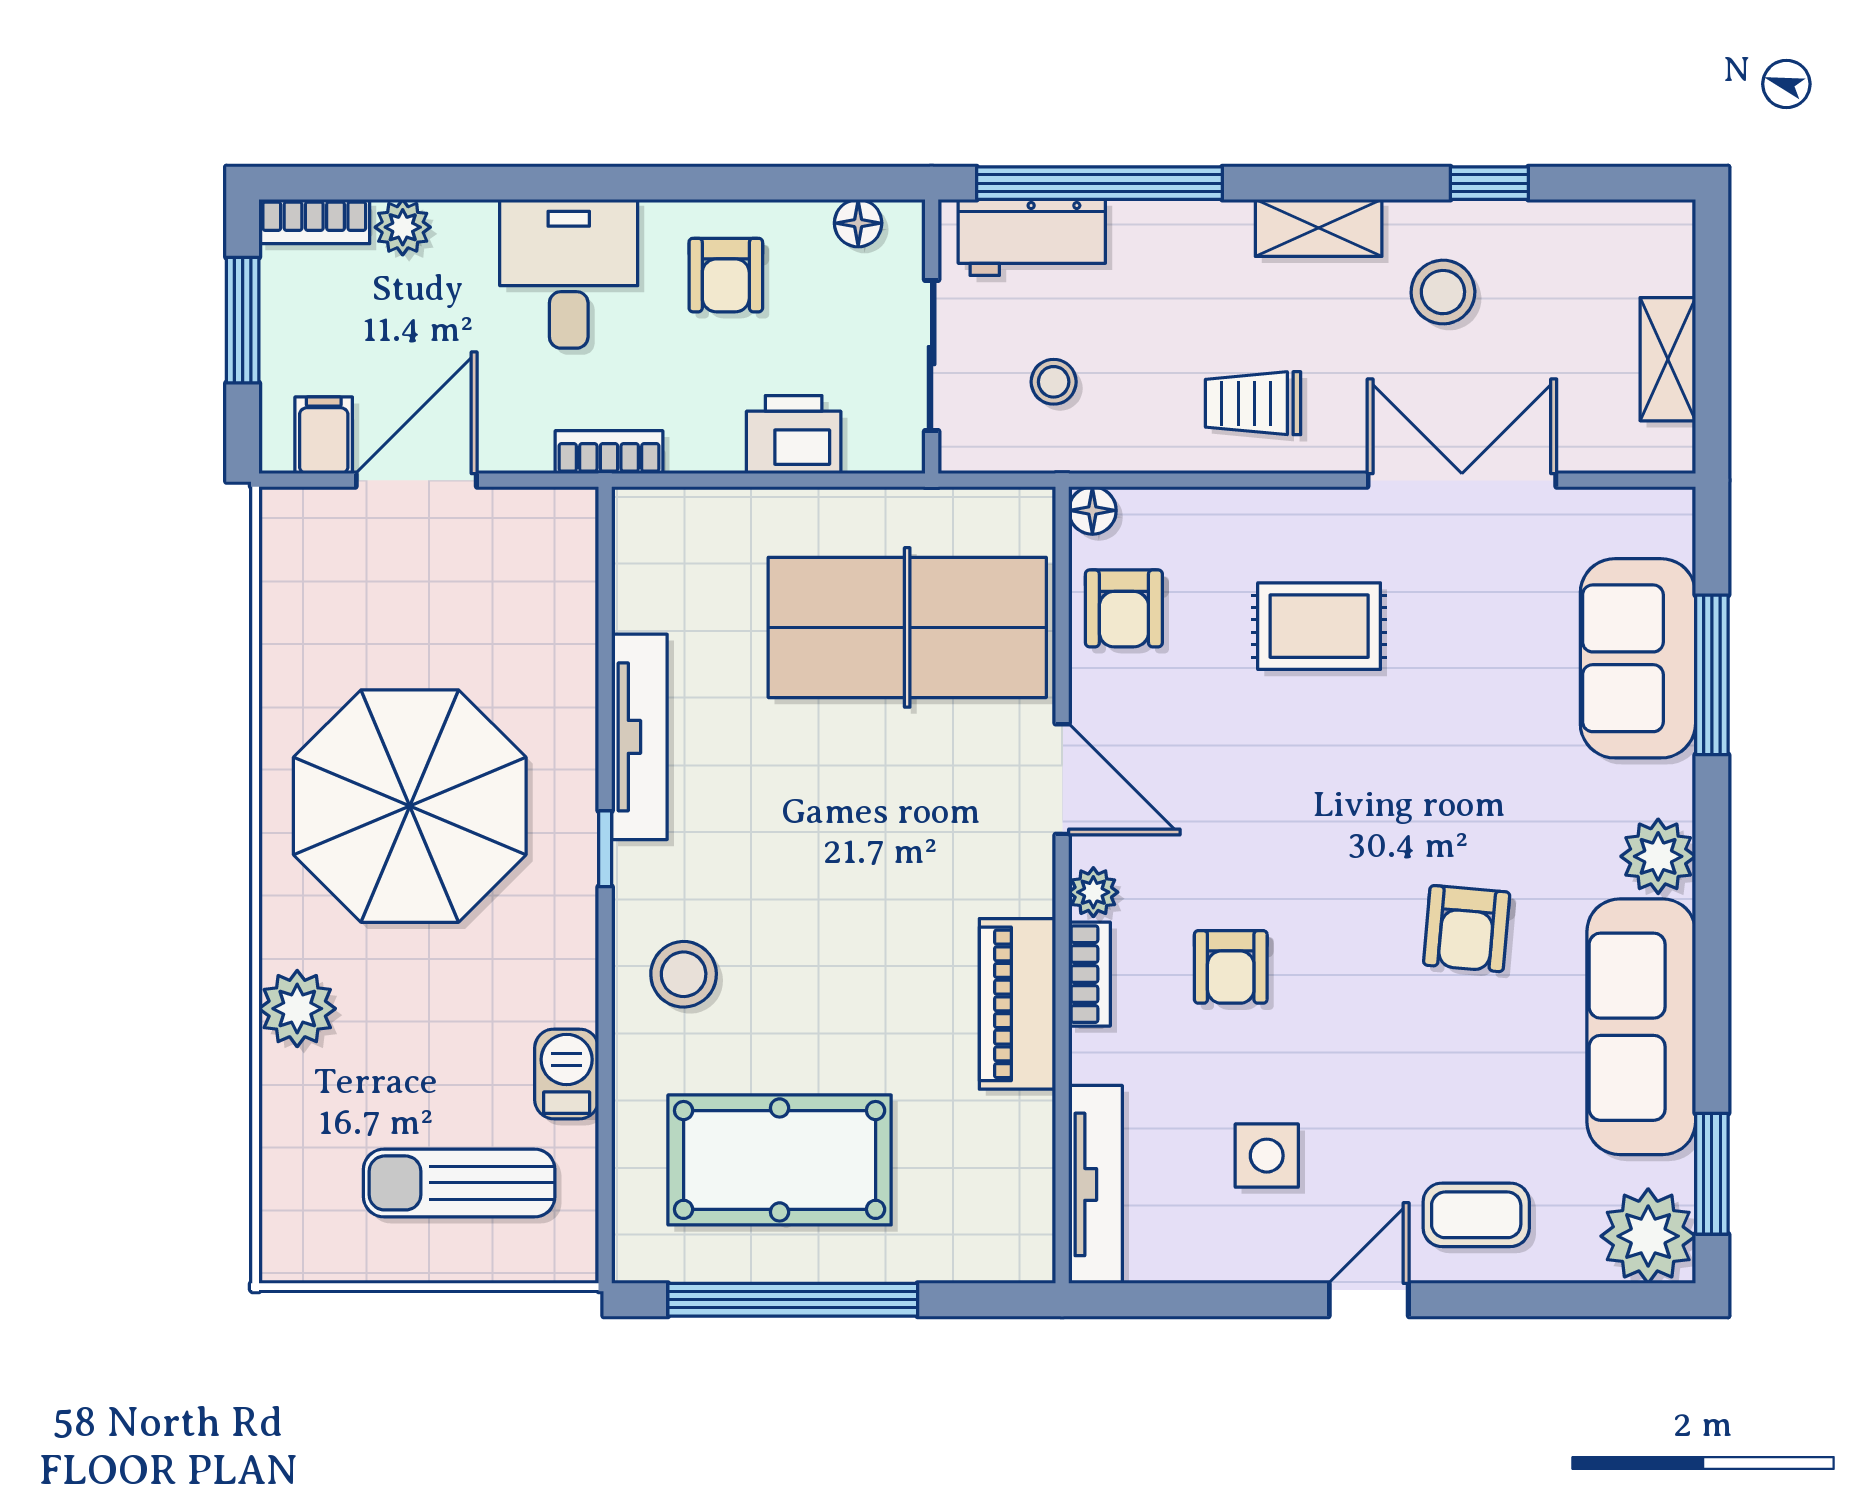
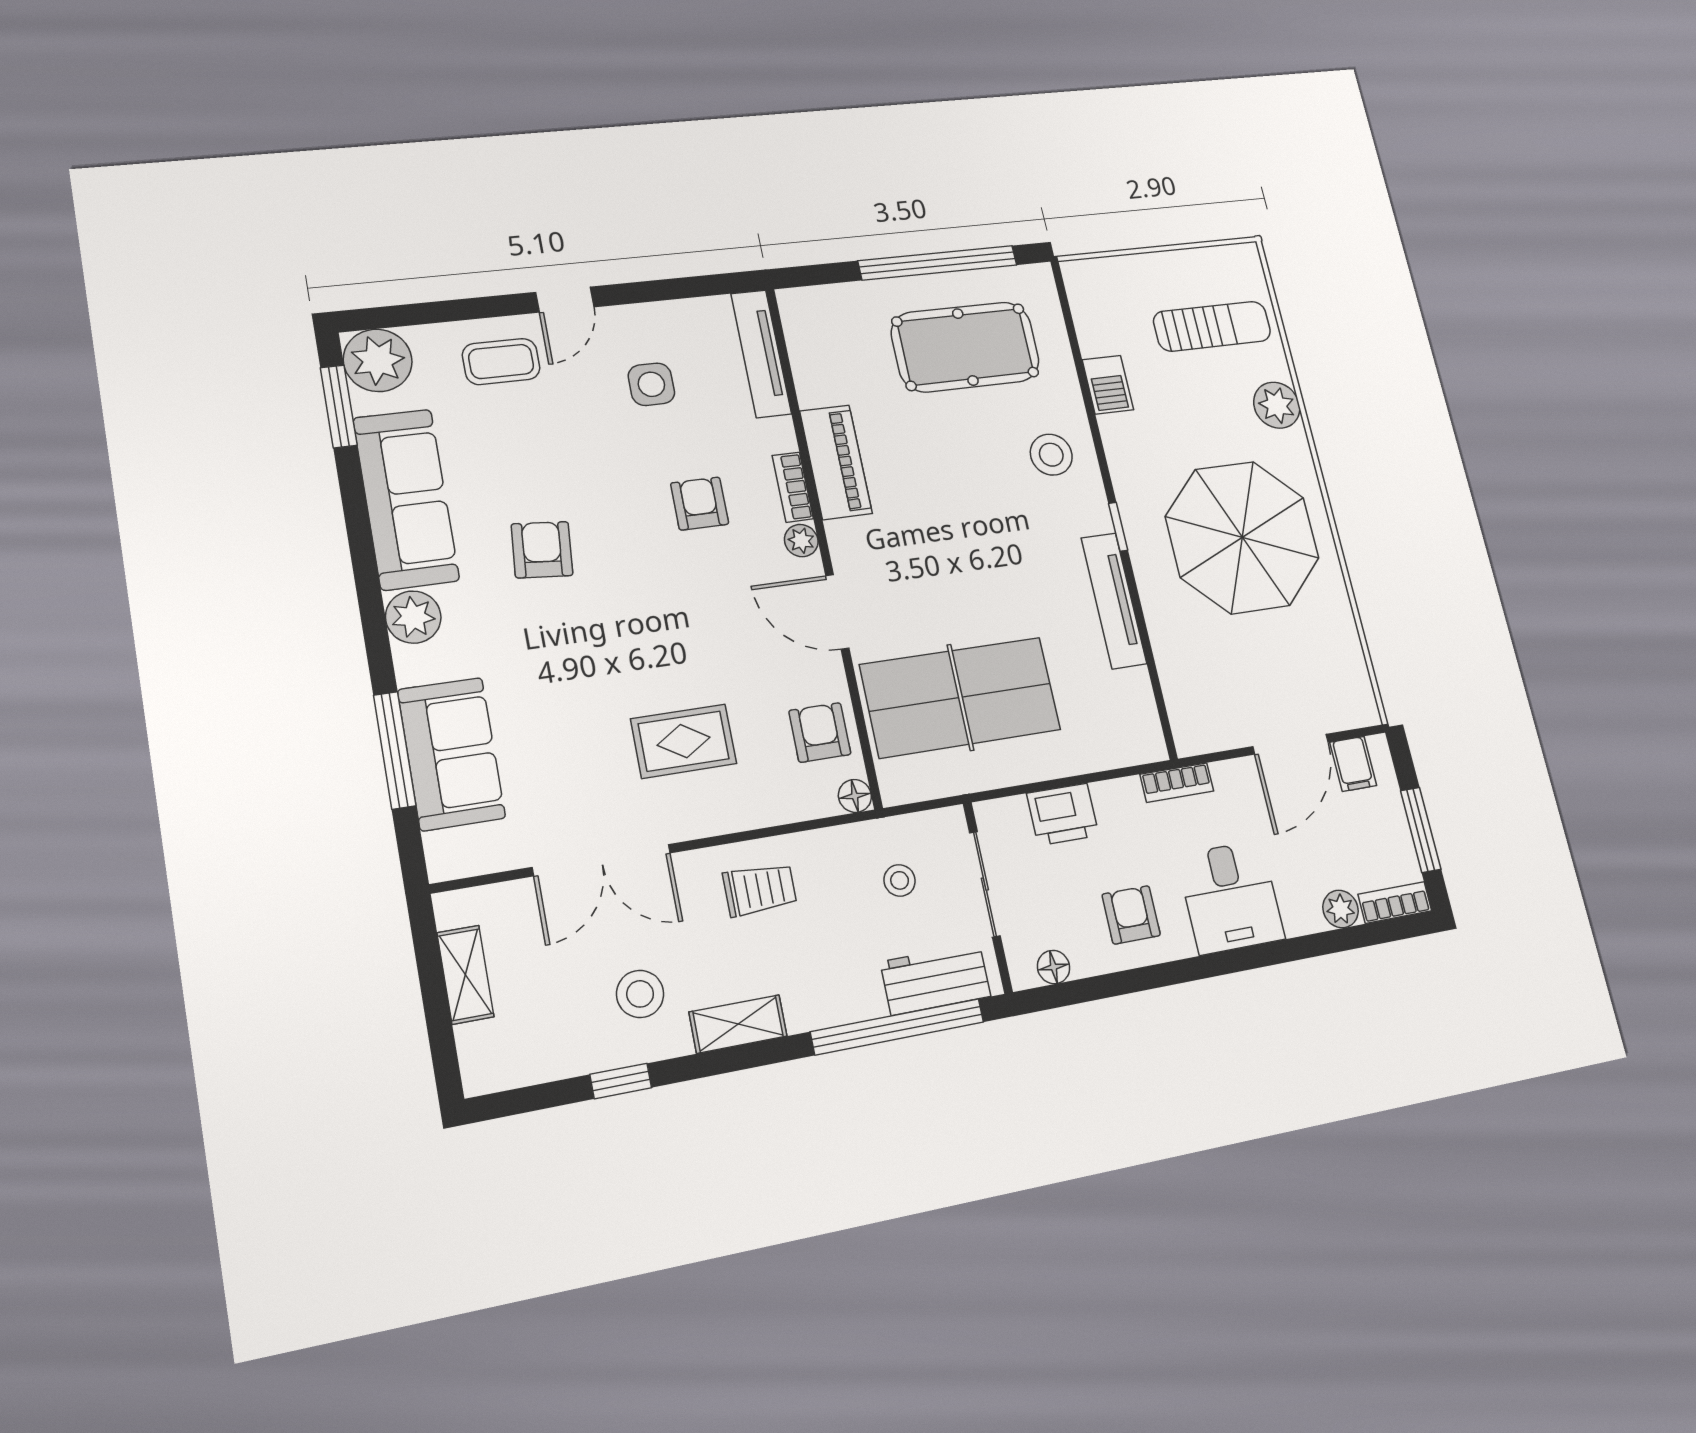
sun lounger: (459, 1183) -> (1212, 326), moved

